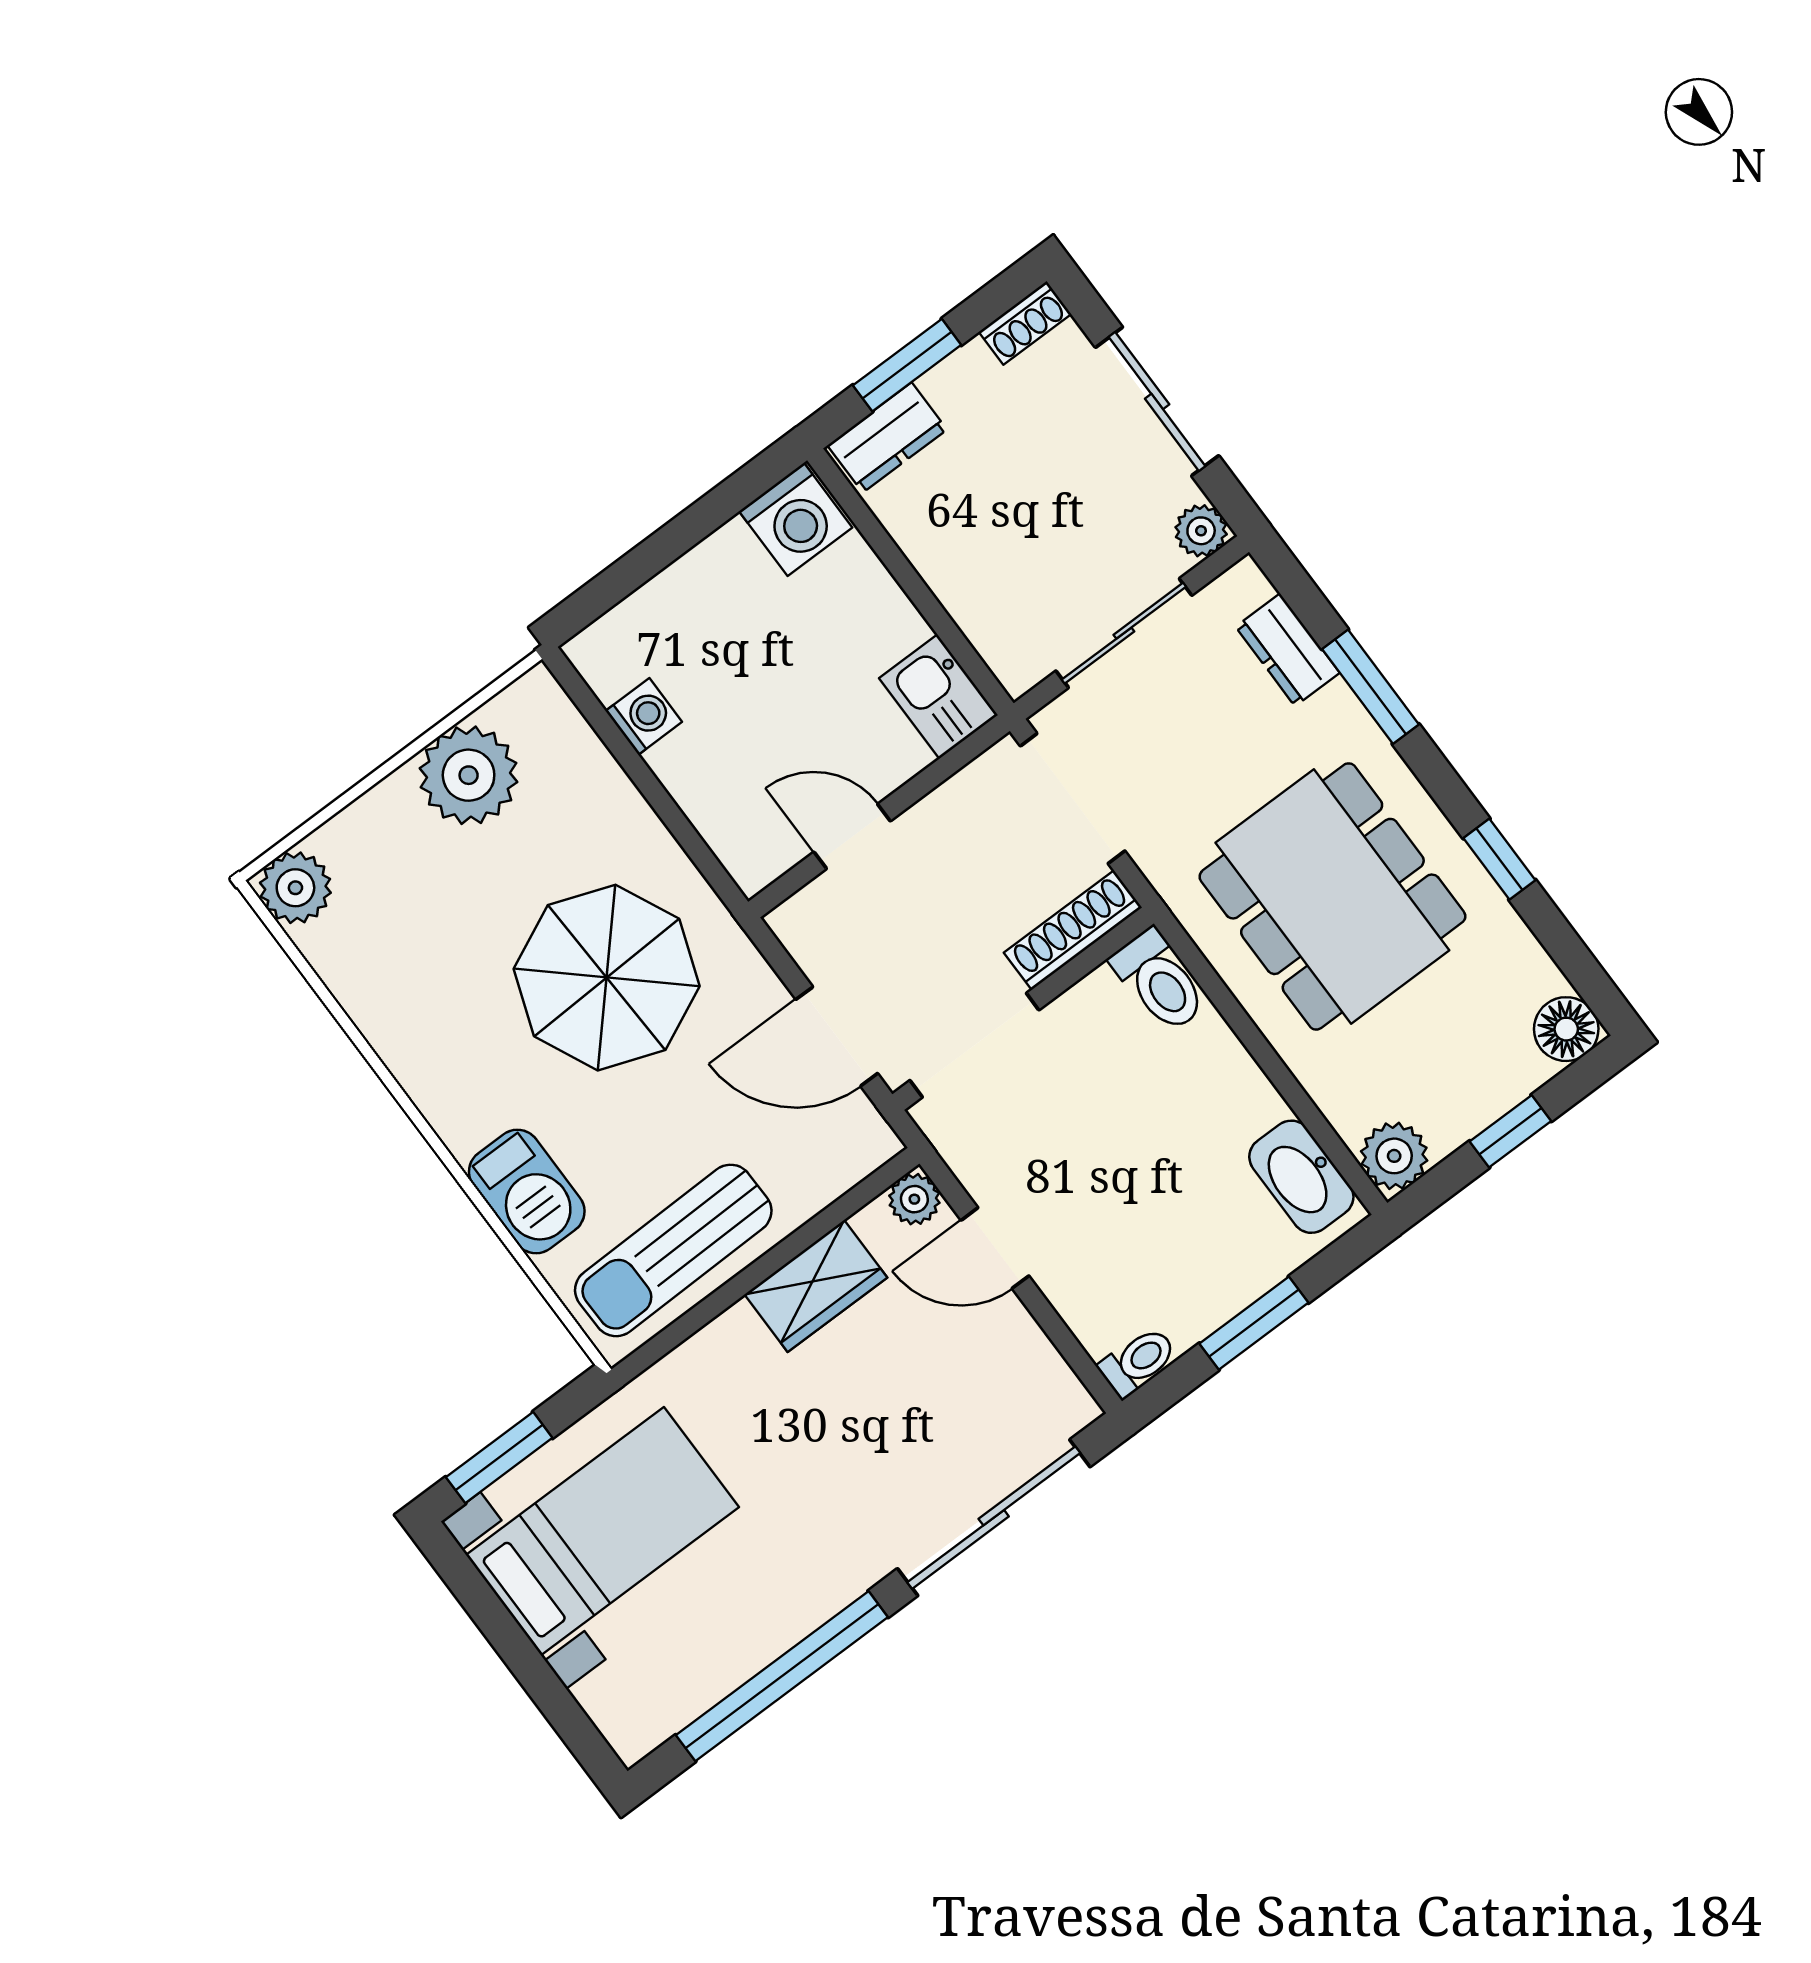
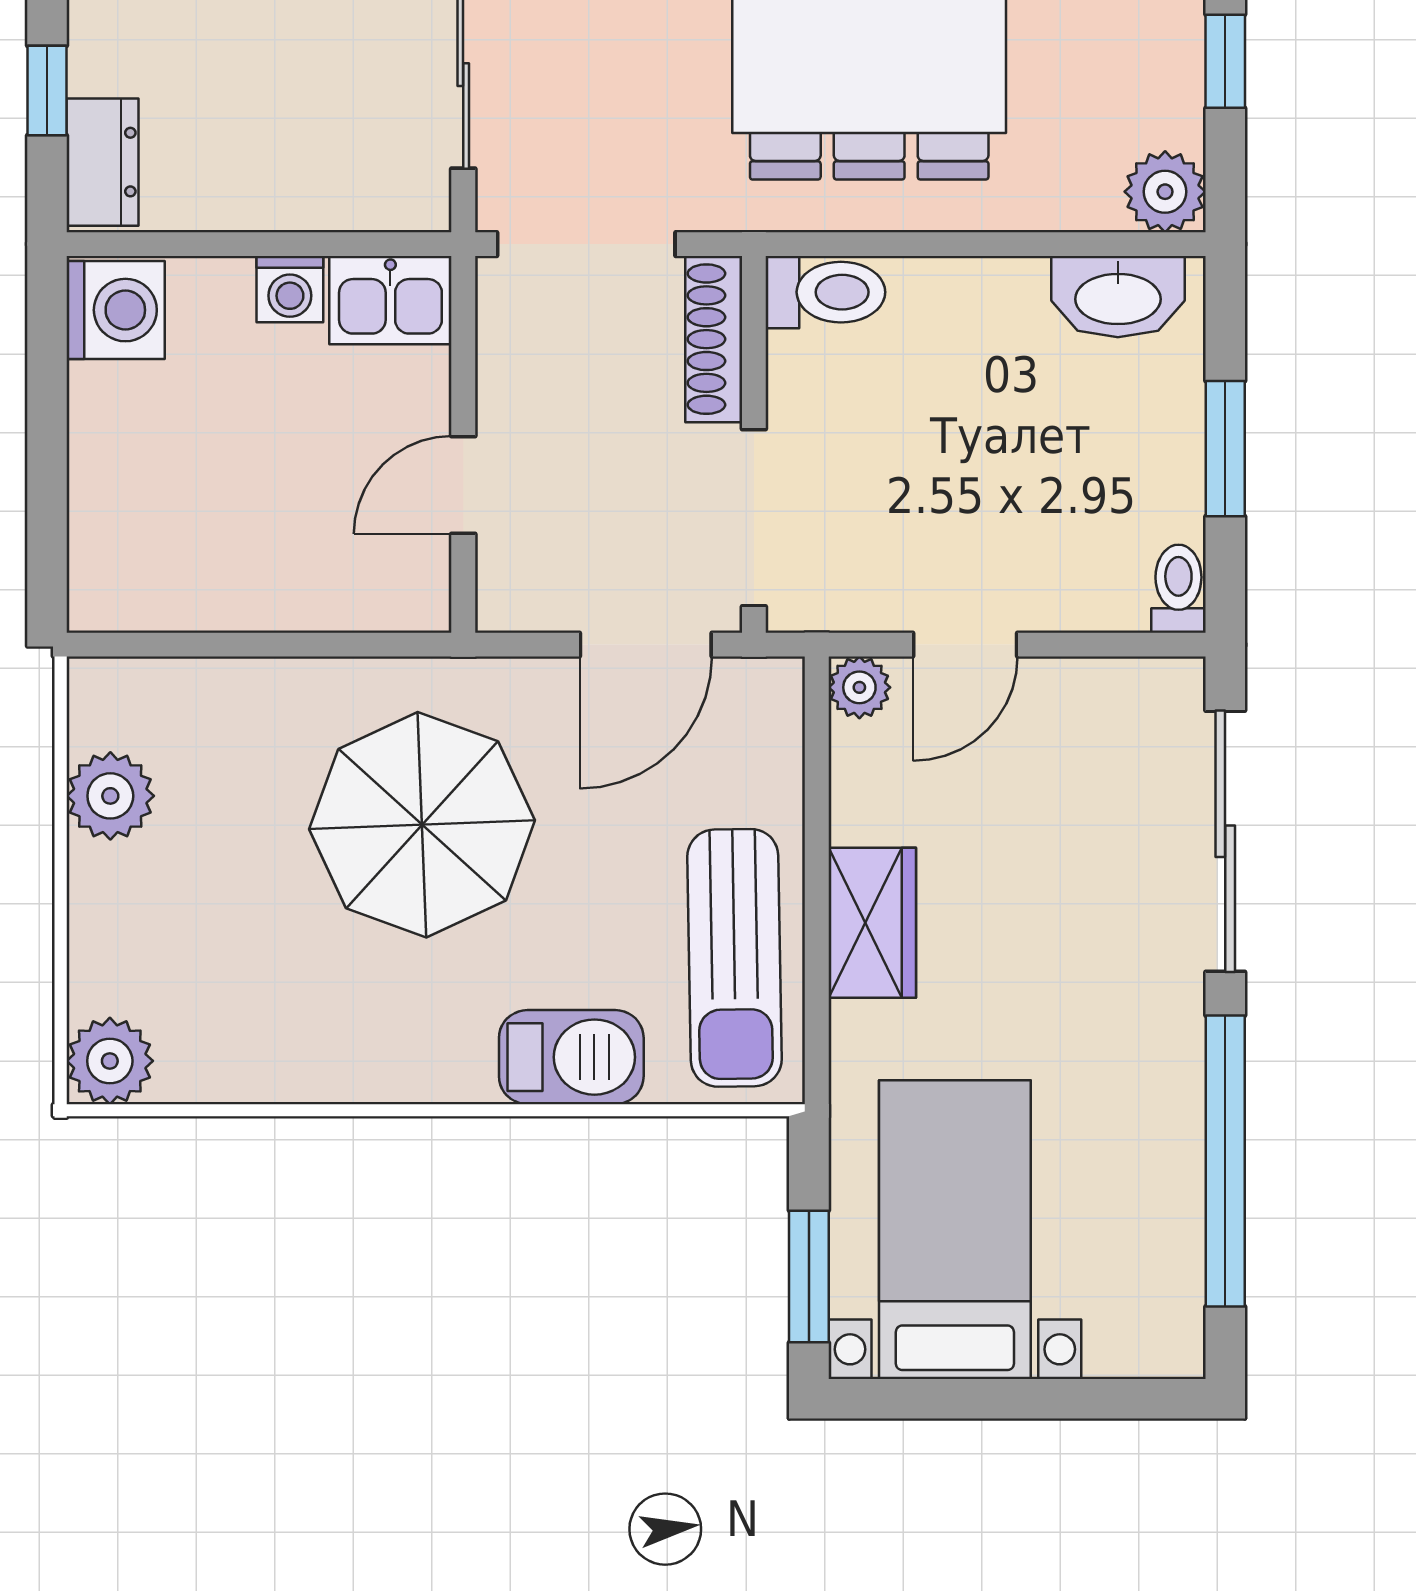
window: (907, 365) -> (47, 90), width x0.67
washing machine: (644, 716) -> (290, 289), moved, turned 180
plant: (469, 775) -> (110, 796), width x0.73, depth x0.73
wardrobe: (816, 1286) -> (872, 923), moved

